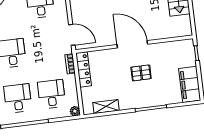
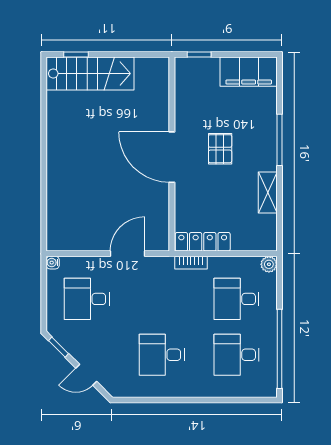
door: (72, 35) -> (128, 254), moved
door: (132, 44) -> (172, 157), hinge flipped
shelving: (106, 107) -> (268, 192), moved

